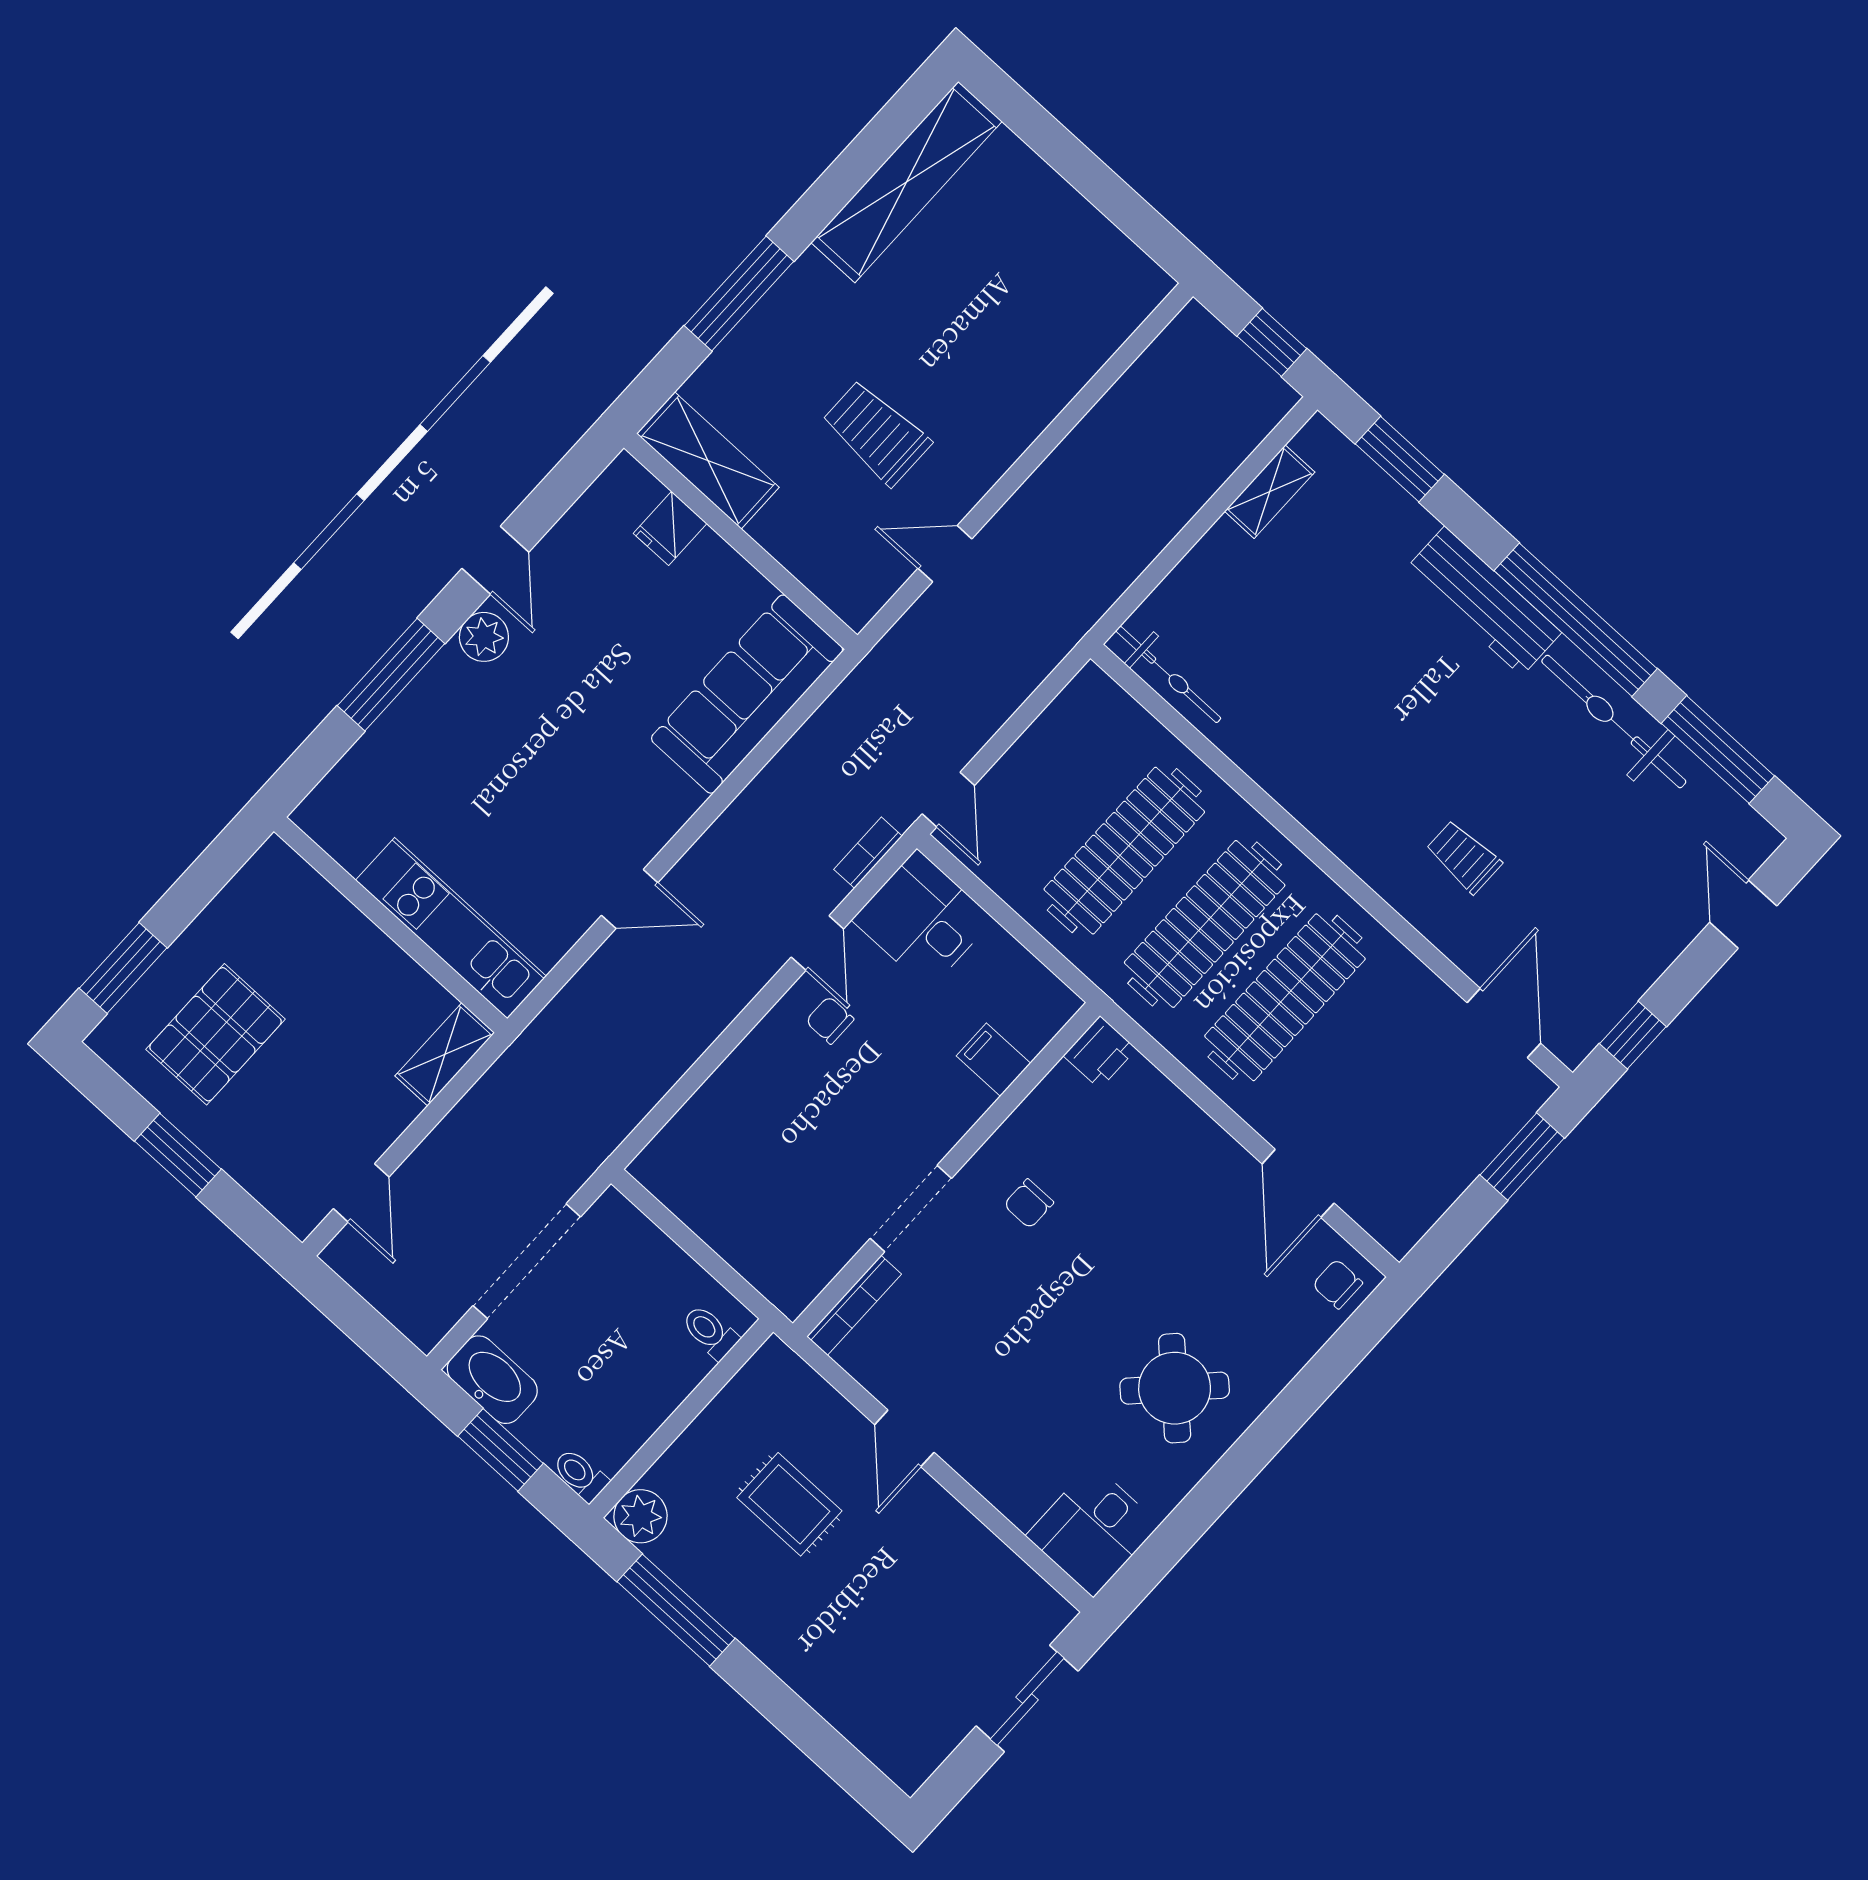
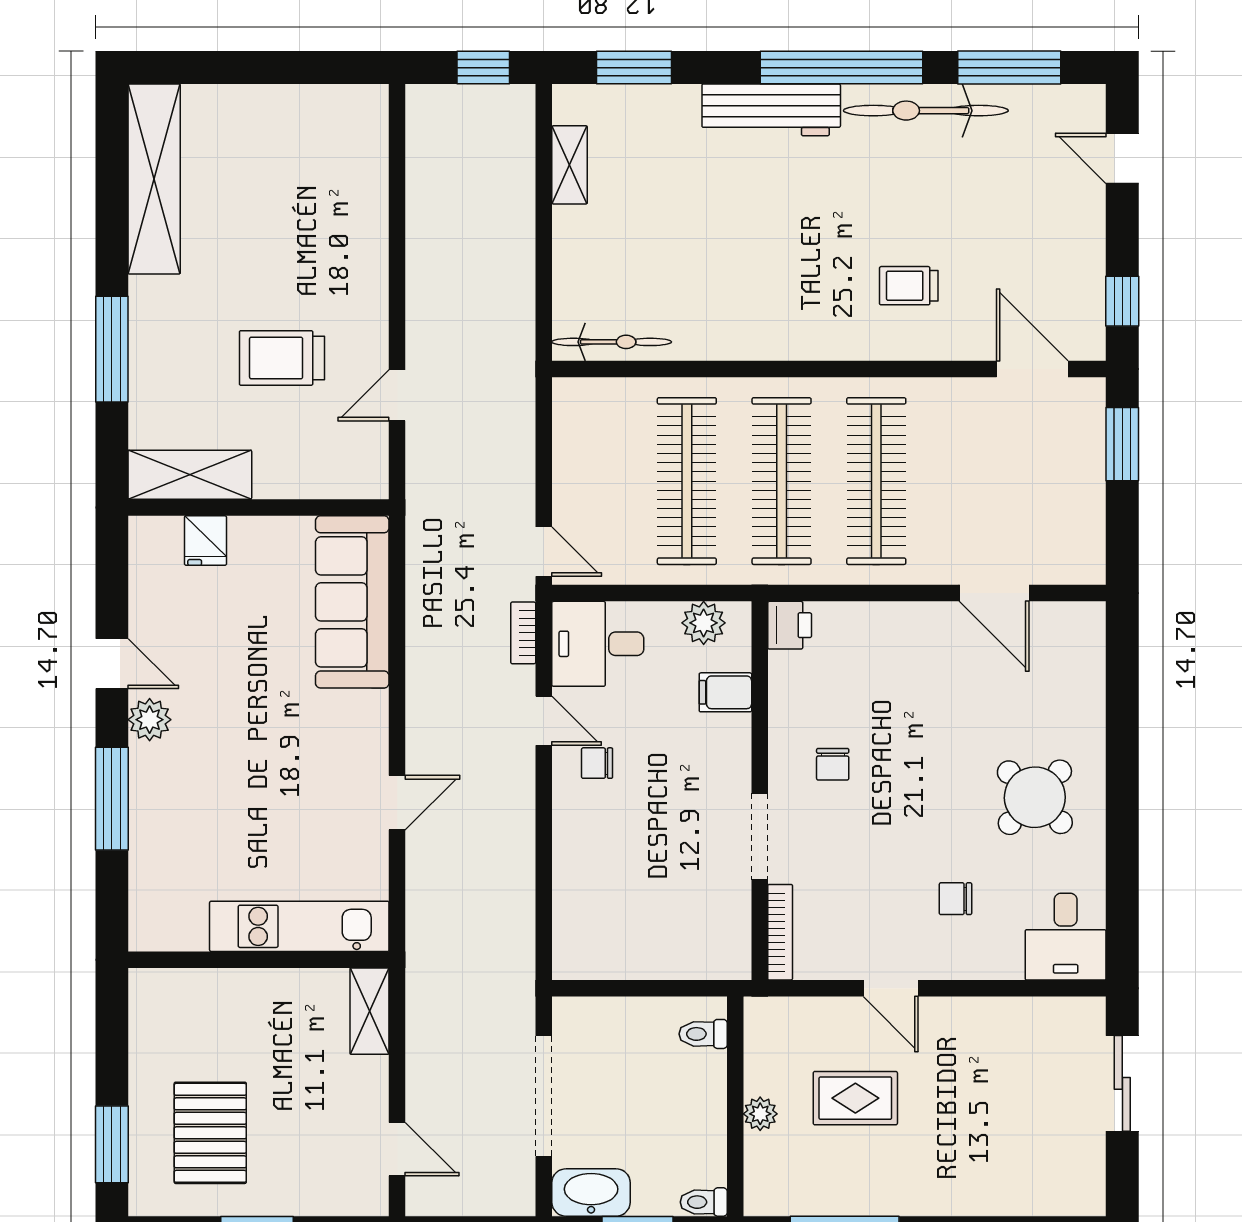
plant: (1029, 984) -> (704, 623), added
chair: (1338, 1284) -> (955, 899), moved
plant: (640, 1516) -> (760, 1114), moved, width x0.73, depth x0.73

